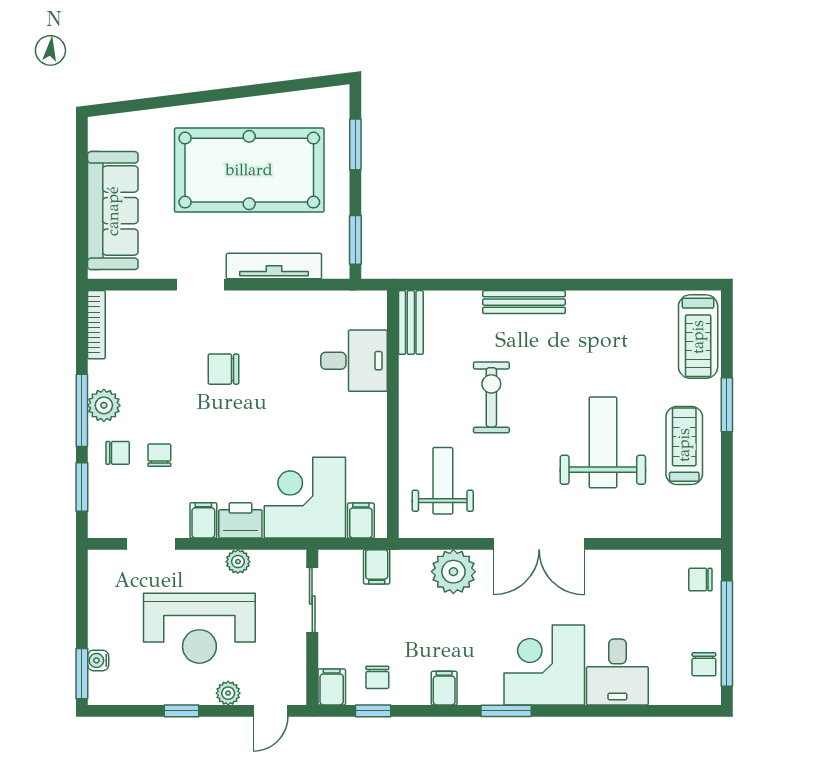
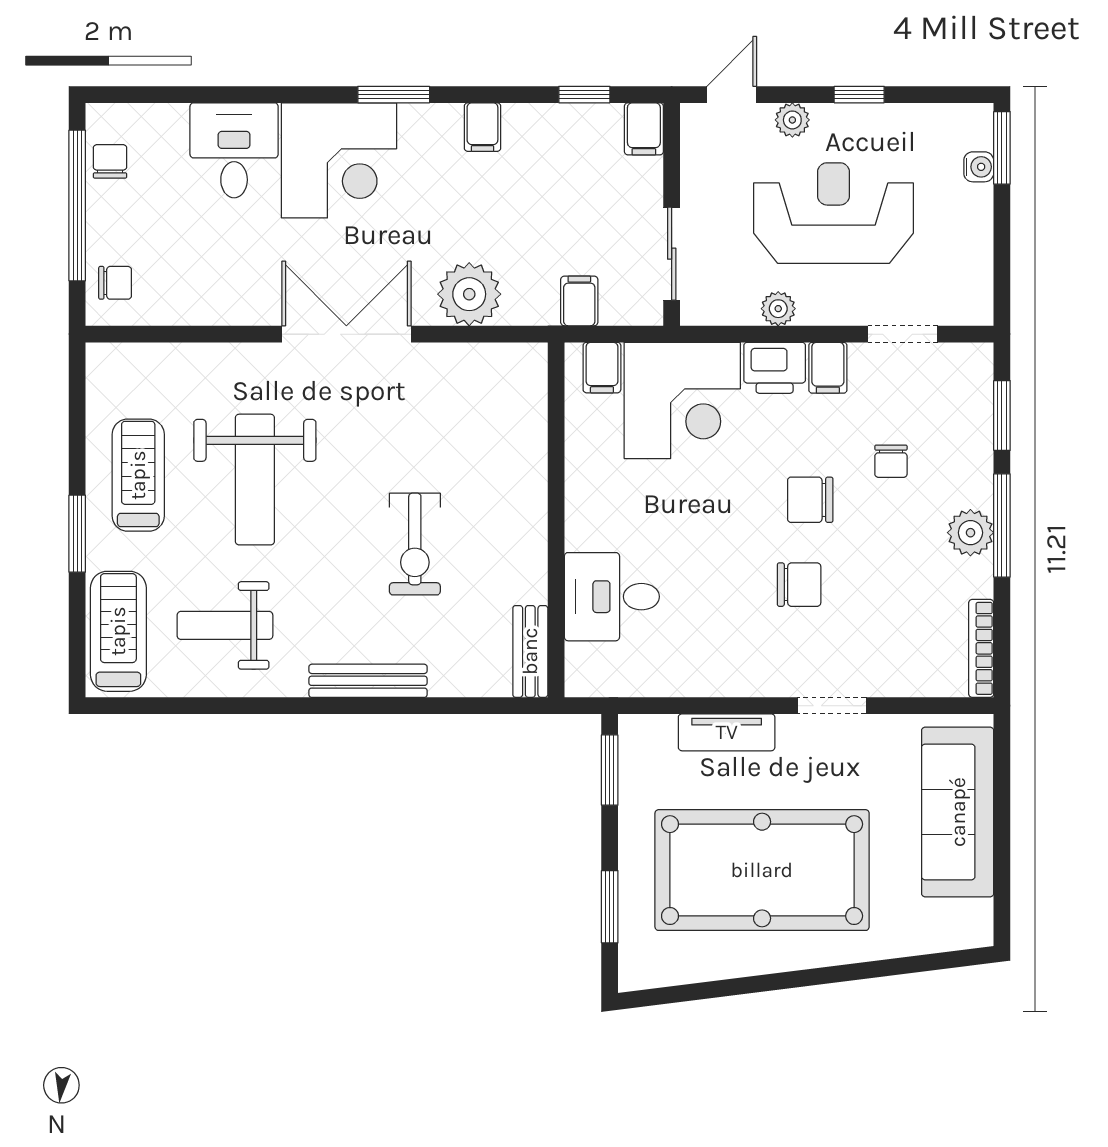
tv unit: (274, 266) -> (727, 732), width x0.71
treadmill: (684, 445) -> (138, 475), turned 180
chair: (118, 453) -> (810, 500), moved, width x1.37, depth x1.37
weight bench: (443, 481) -> (225, 625), moved, turned 90
chair: (377, 677) -> (578, 143), removed

